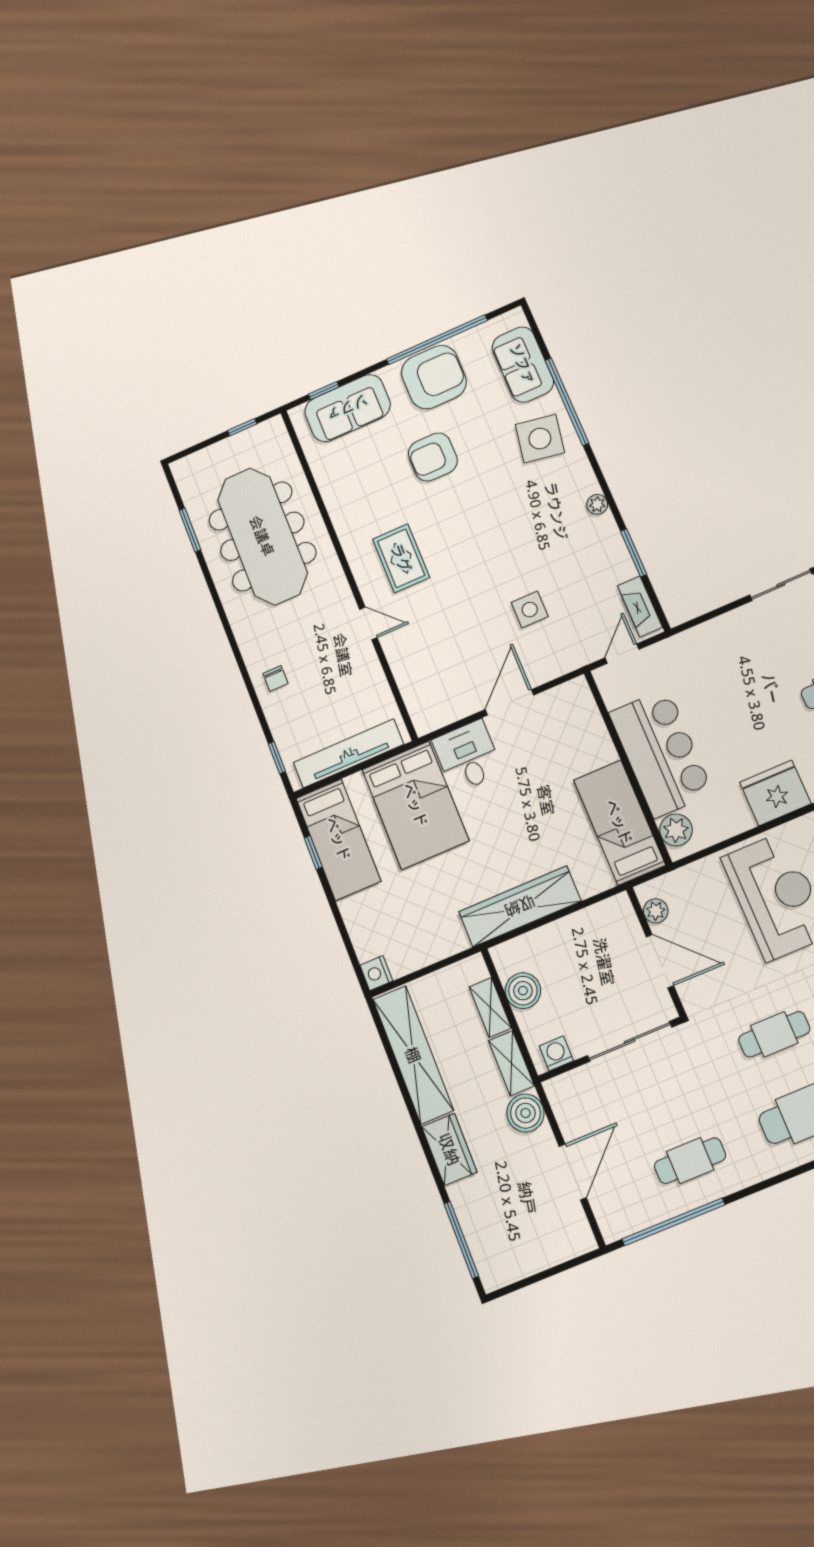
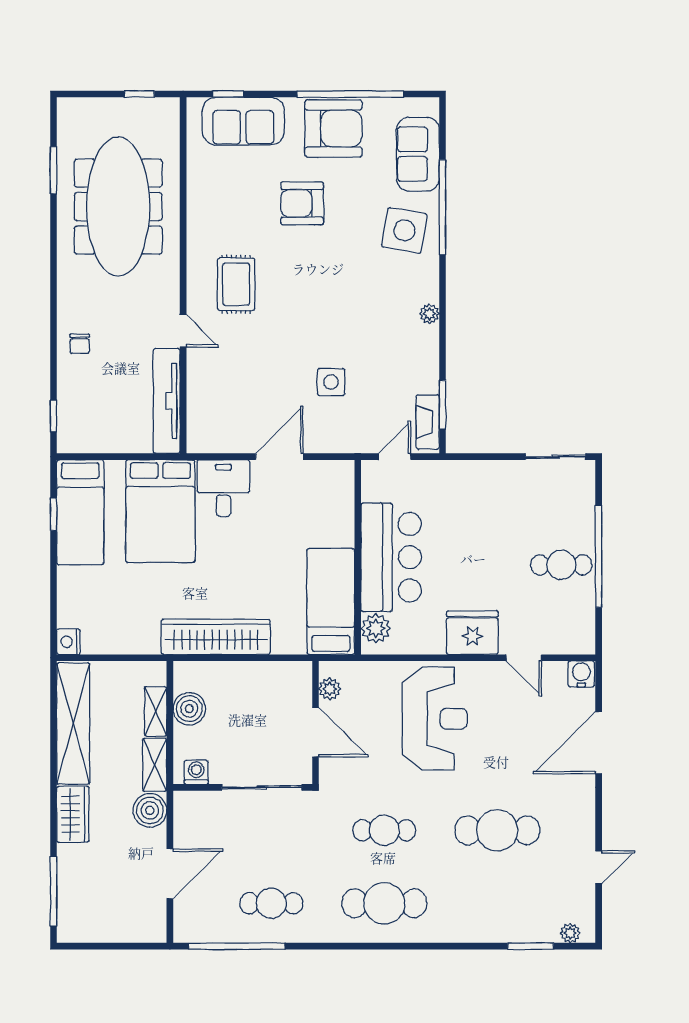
window: (634, 553) -> (442, 404), moved
tv unit: (348, 753) -> (167, 401), moved, turned -90

